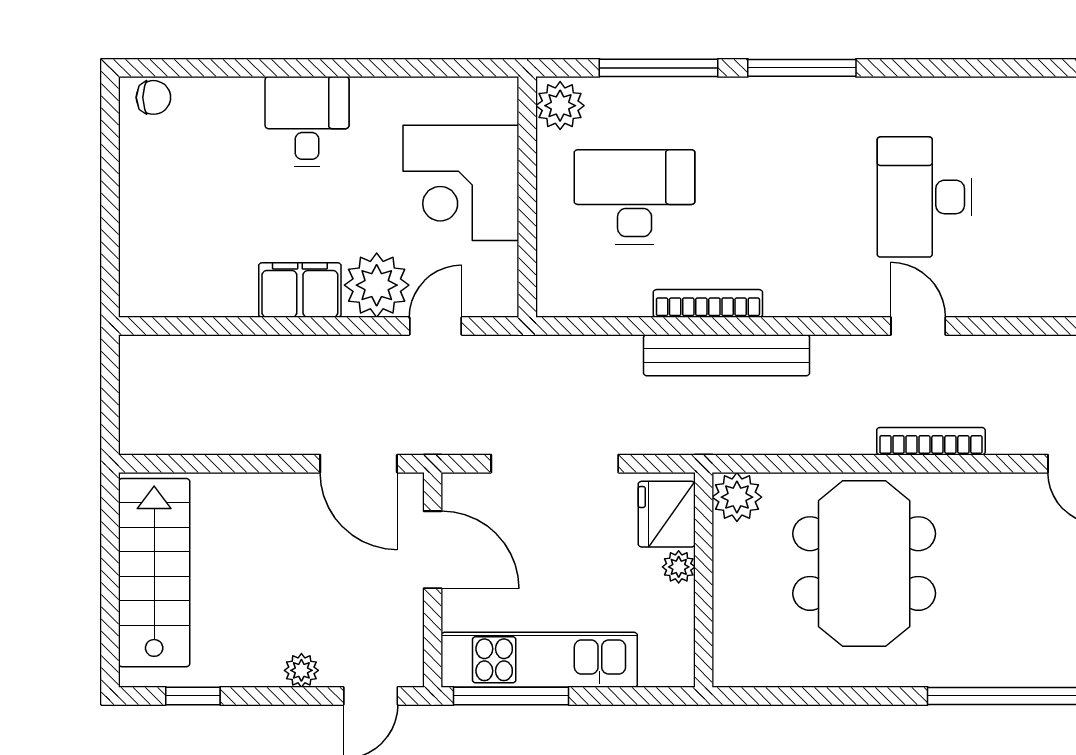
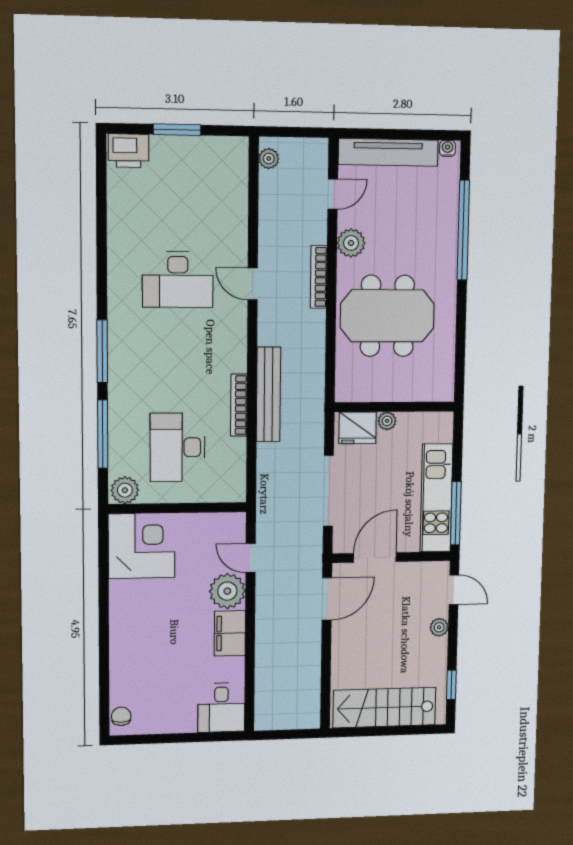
desk: (307, 122) -> (221, 708), moved, turned -90
corner desk: (461, 183) -> (142, 546), moved, turned -90
door: (918, 326) -> (253, 284), hinge flipped
plant: (737, 497) -> (351, 243), moved

